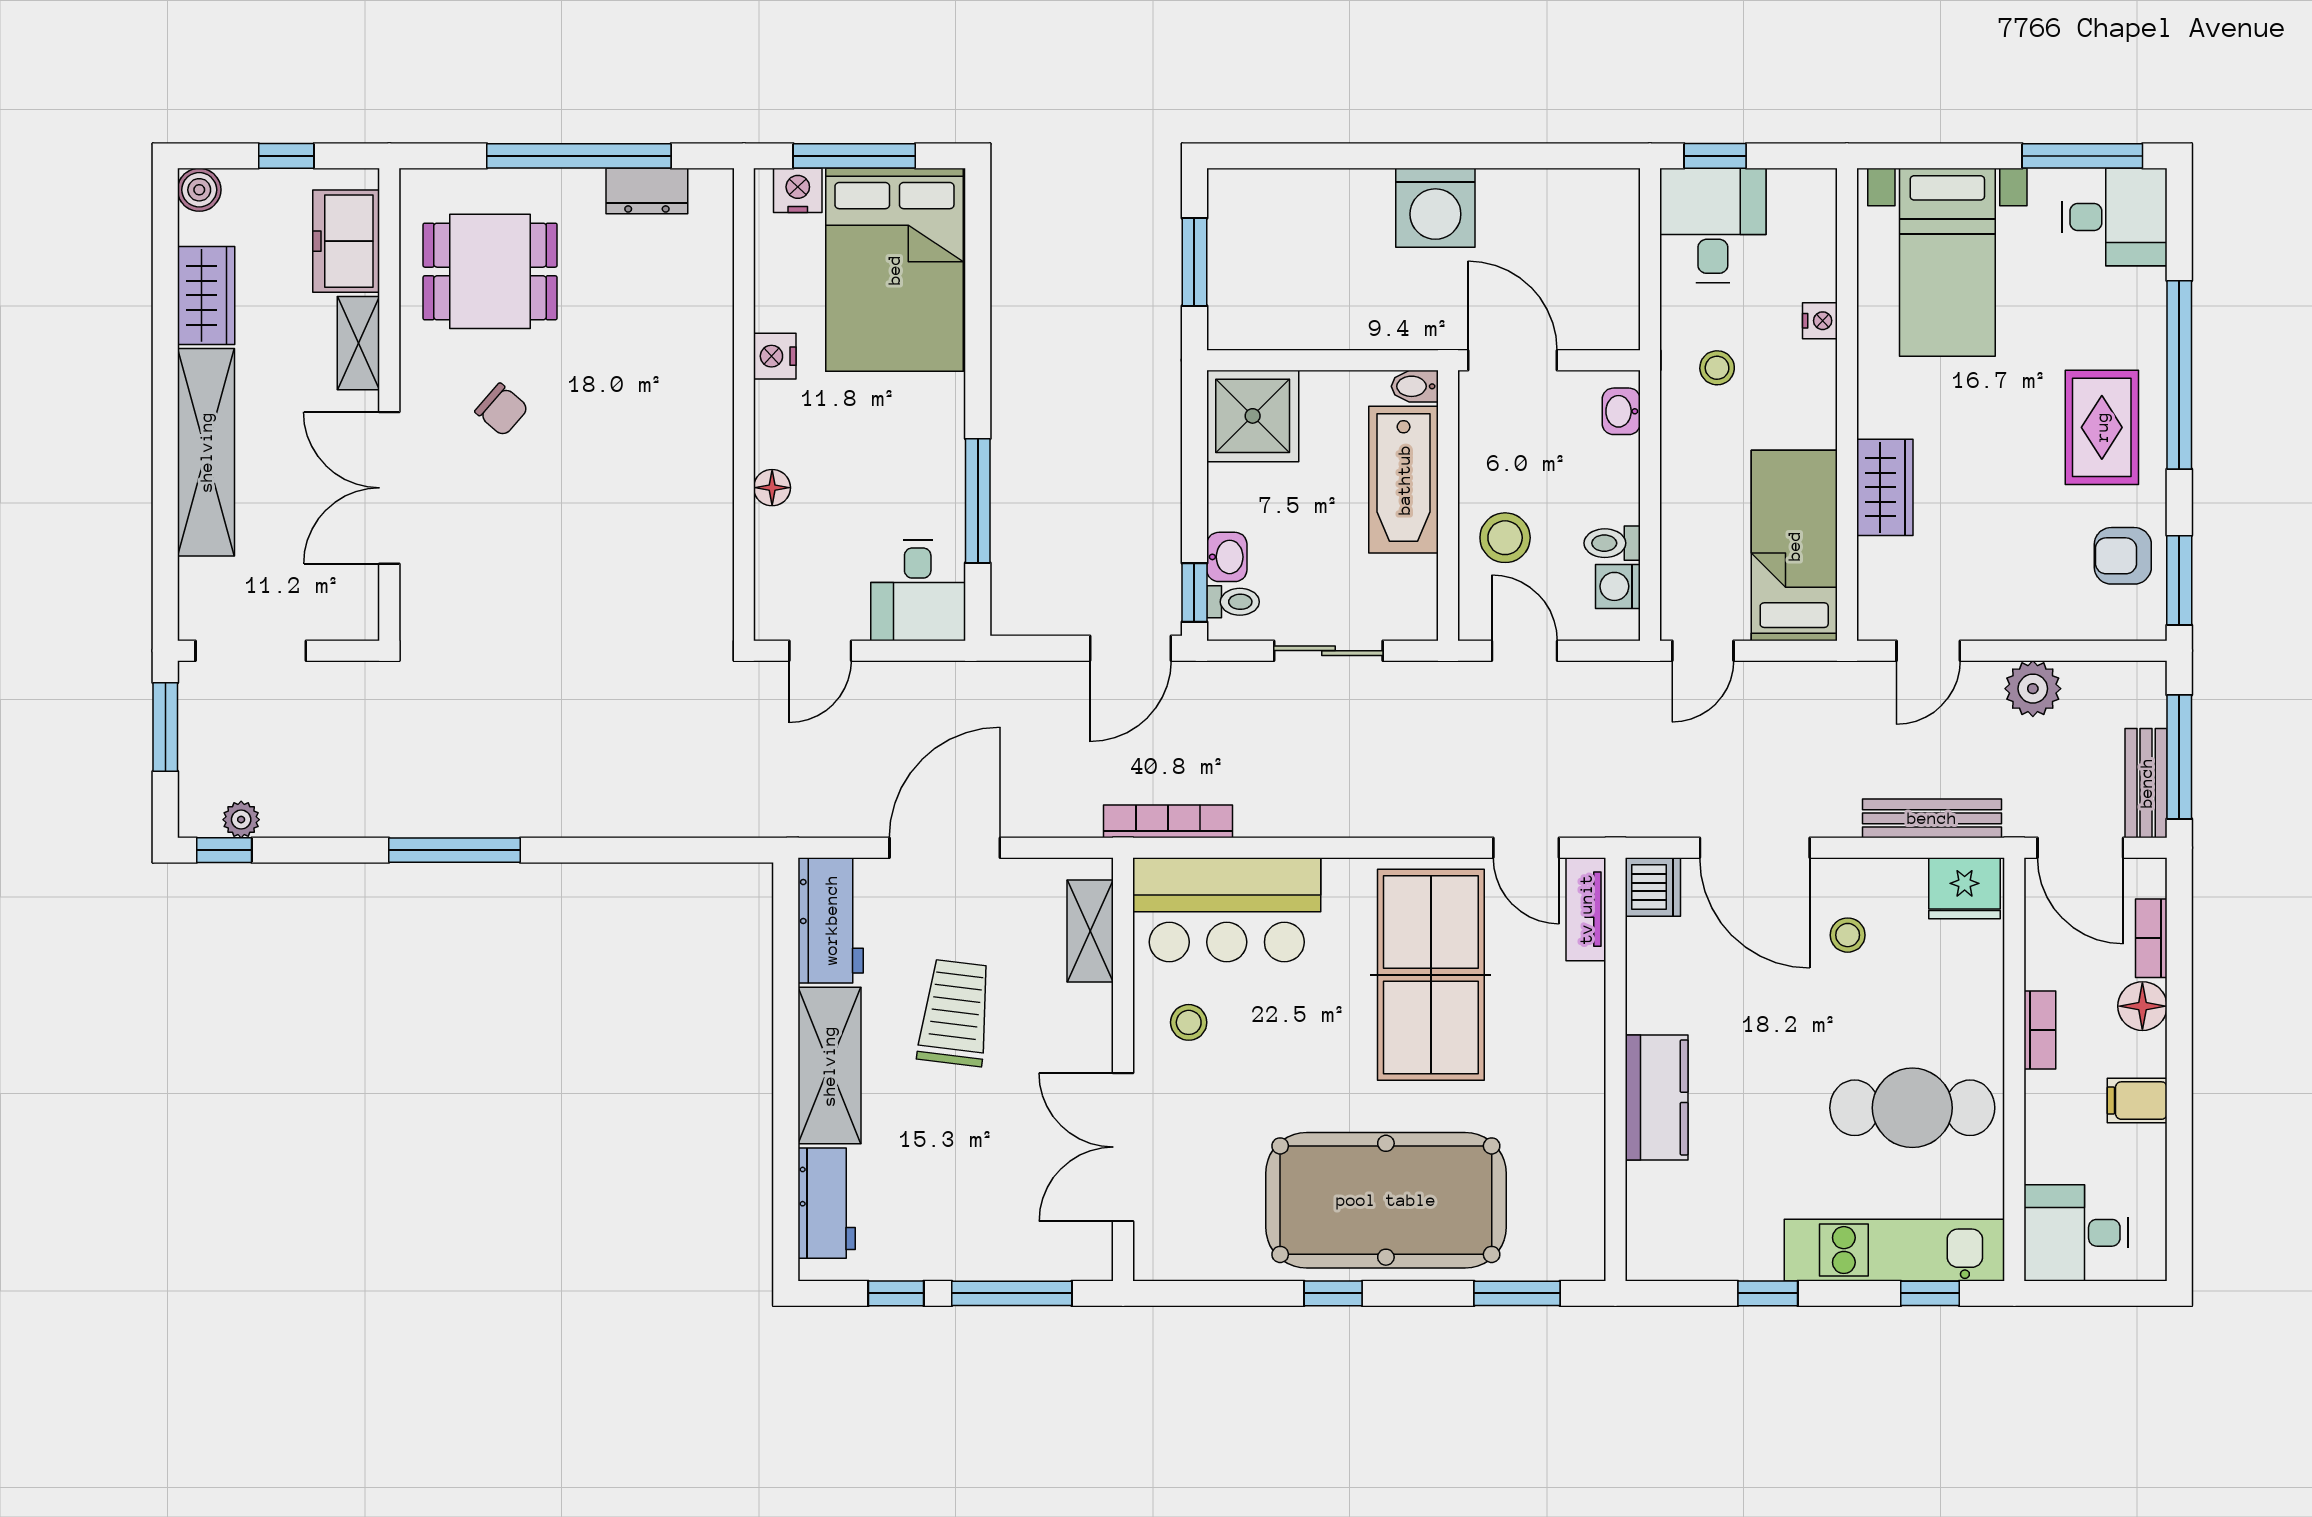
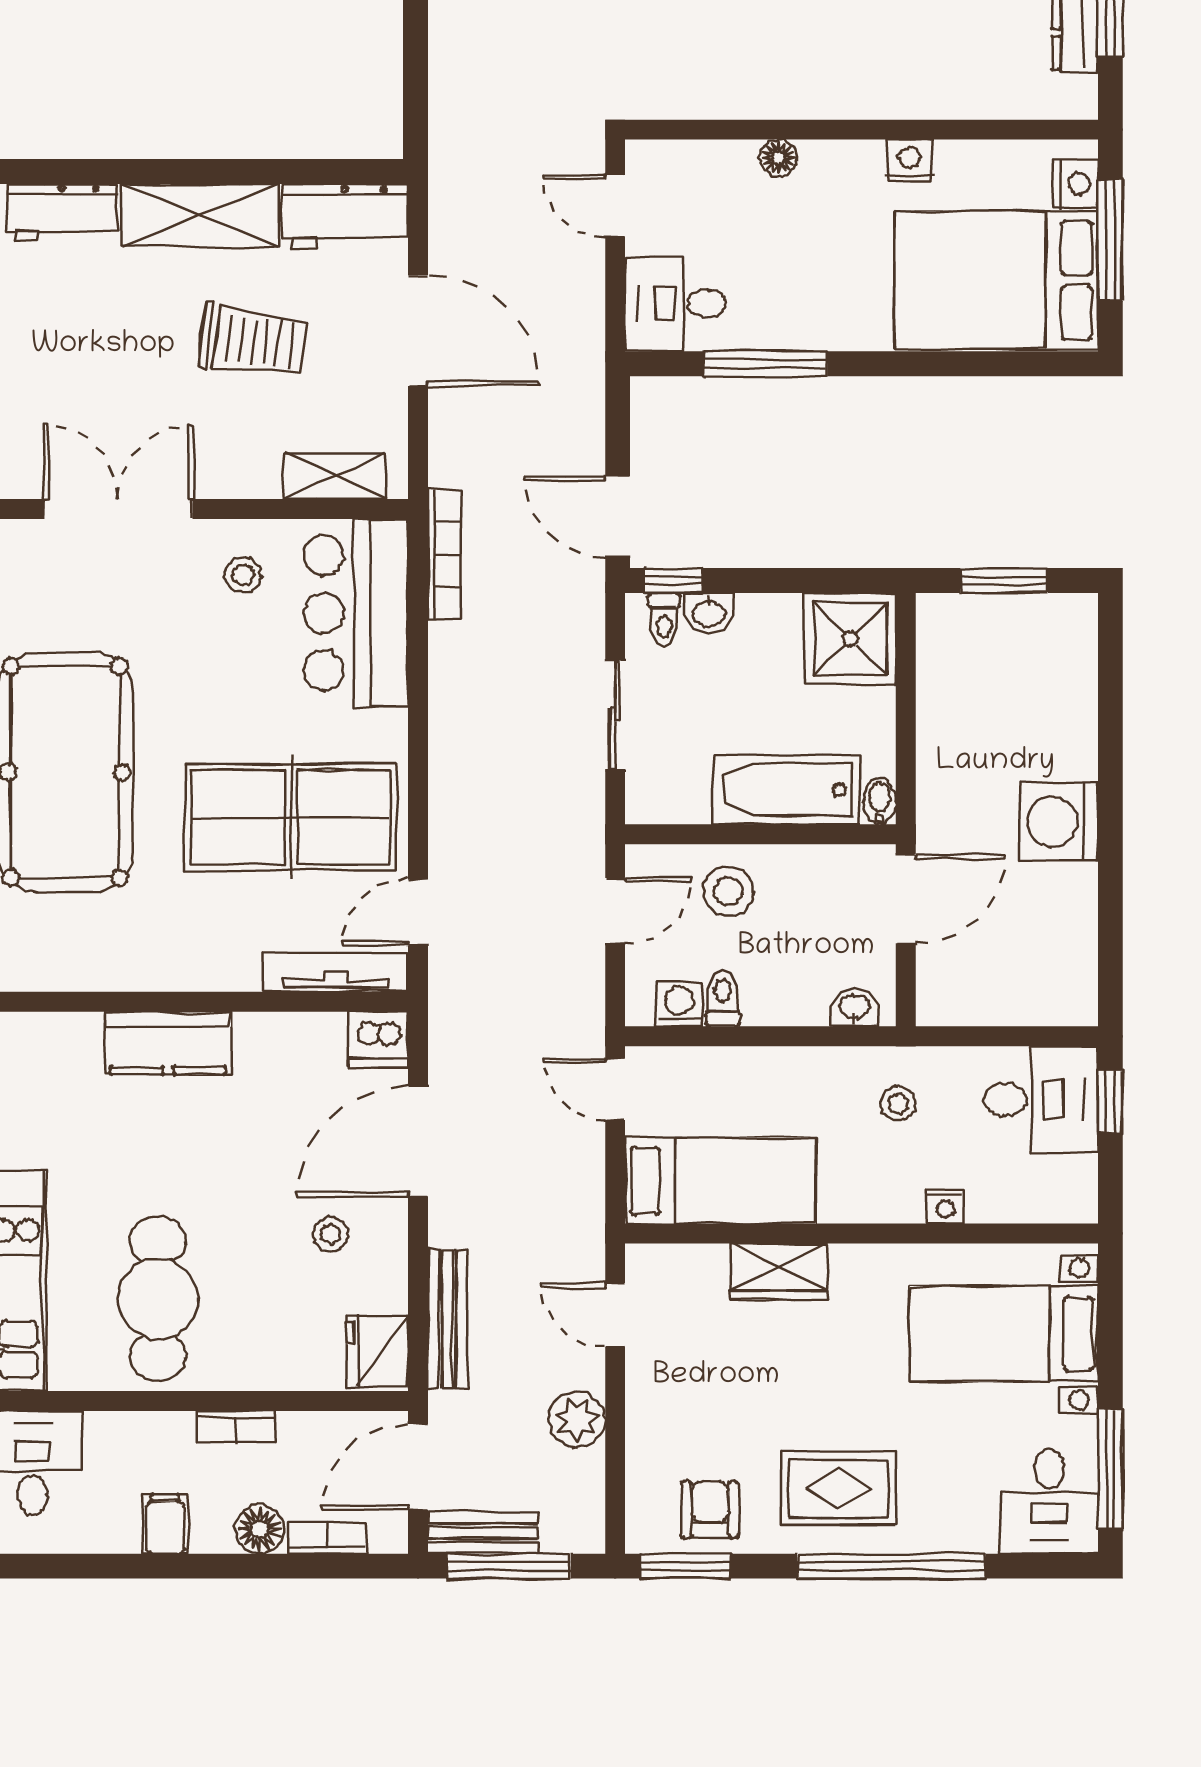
tv unit: (1586, 909) -> (335, 972), width x1.41

